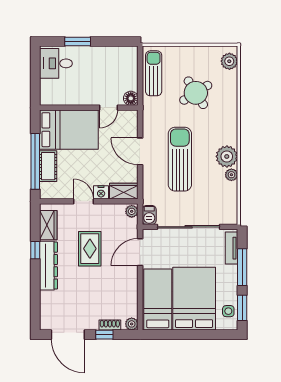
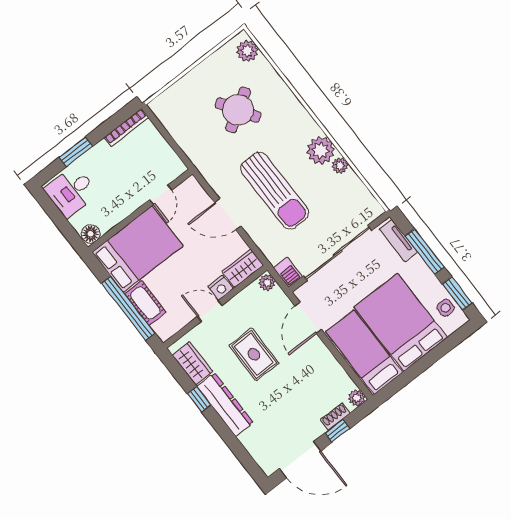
bookcase: (120, 51) -> (126, 128), added
sun lounger: (154, 73) -> (179, 124), removed
floor lamp: (131, 98) -> (91, 234), moved
sun lounger: (180, 159) -> (275, 191), turned 180

